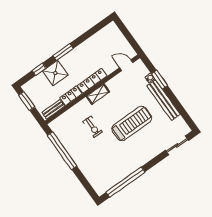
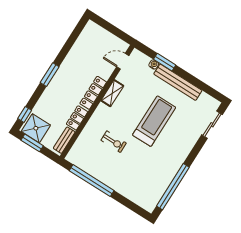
window: (39, 69) -> (25, 114), moved
shower: (55, 73) -> (36, 128), moved
shelving: (98, 94) -> (112, 93), moved

